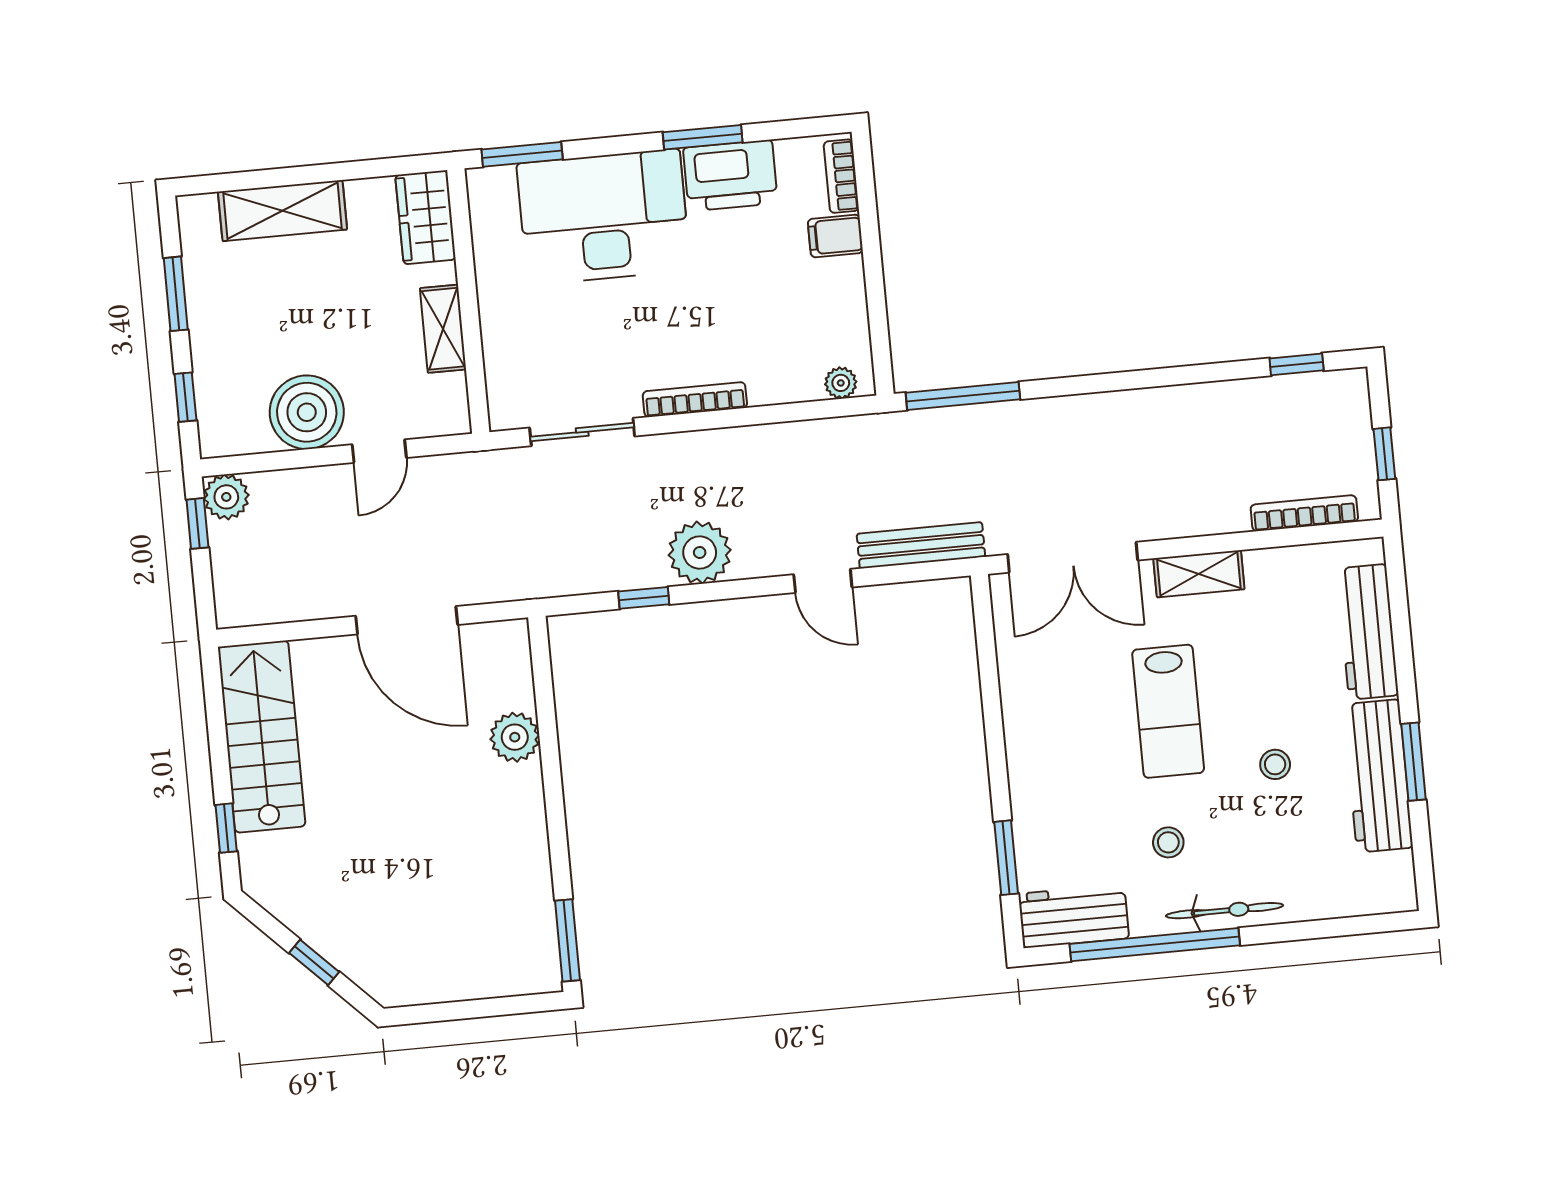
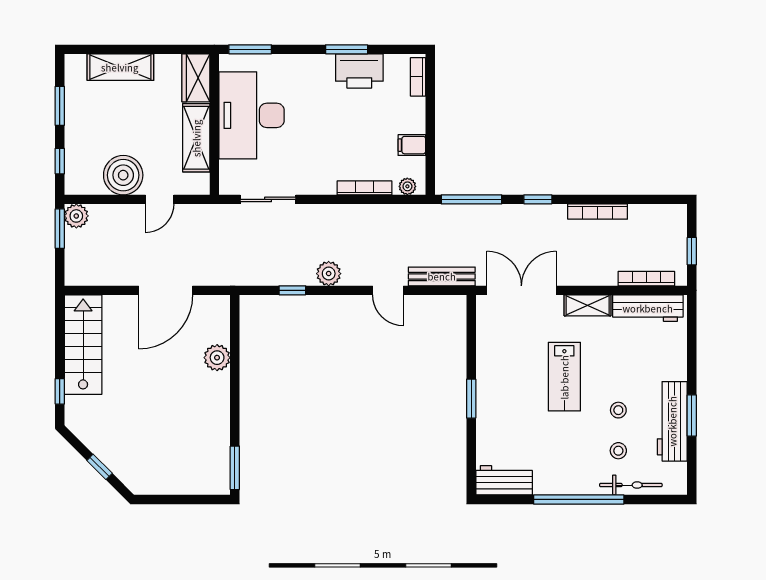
desk: (604, 217) -> (251, 115), moved, turned -90
filing cabinet: (835, 236) -> (412, 145), moved
shelving: (443, 329) -> (196, 138), width x1.50, depth x1.33
window: (1297, 364) -> (538, 199), moved
bookcase: (1201, 396) -> (598, 212), added
bookcase: (695, 400) -> (364, 188), moved
window: (197, 523) -> (60, 229), width x1.50
plant: (700, 552) -> (329, 274), width x0.73, depth x0.73
double door: (1073, 557) -> (521, 290), swing flipped
door: (407, 620) -> (166, 290), hinge flipped
workbench: (1368, 632) -> (648, 308), moved, turned -90
stool: (1168, 842) -> (618, 451), moved
window: (1006, 858) -> (471, 399), moved
bicycle: (1225, 911) -> (631, 485), moved
window: (1155, 945) -> (579, 499), moved

